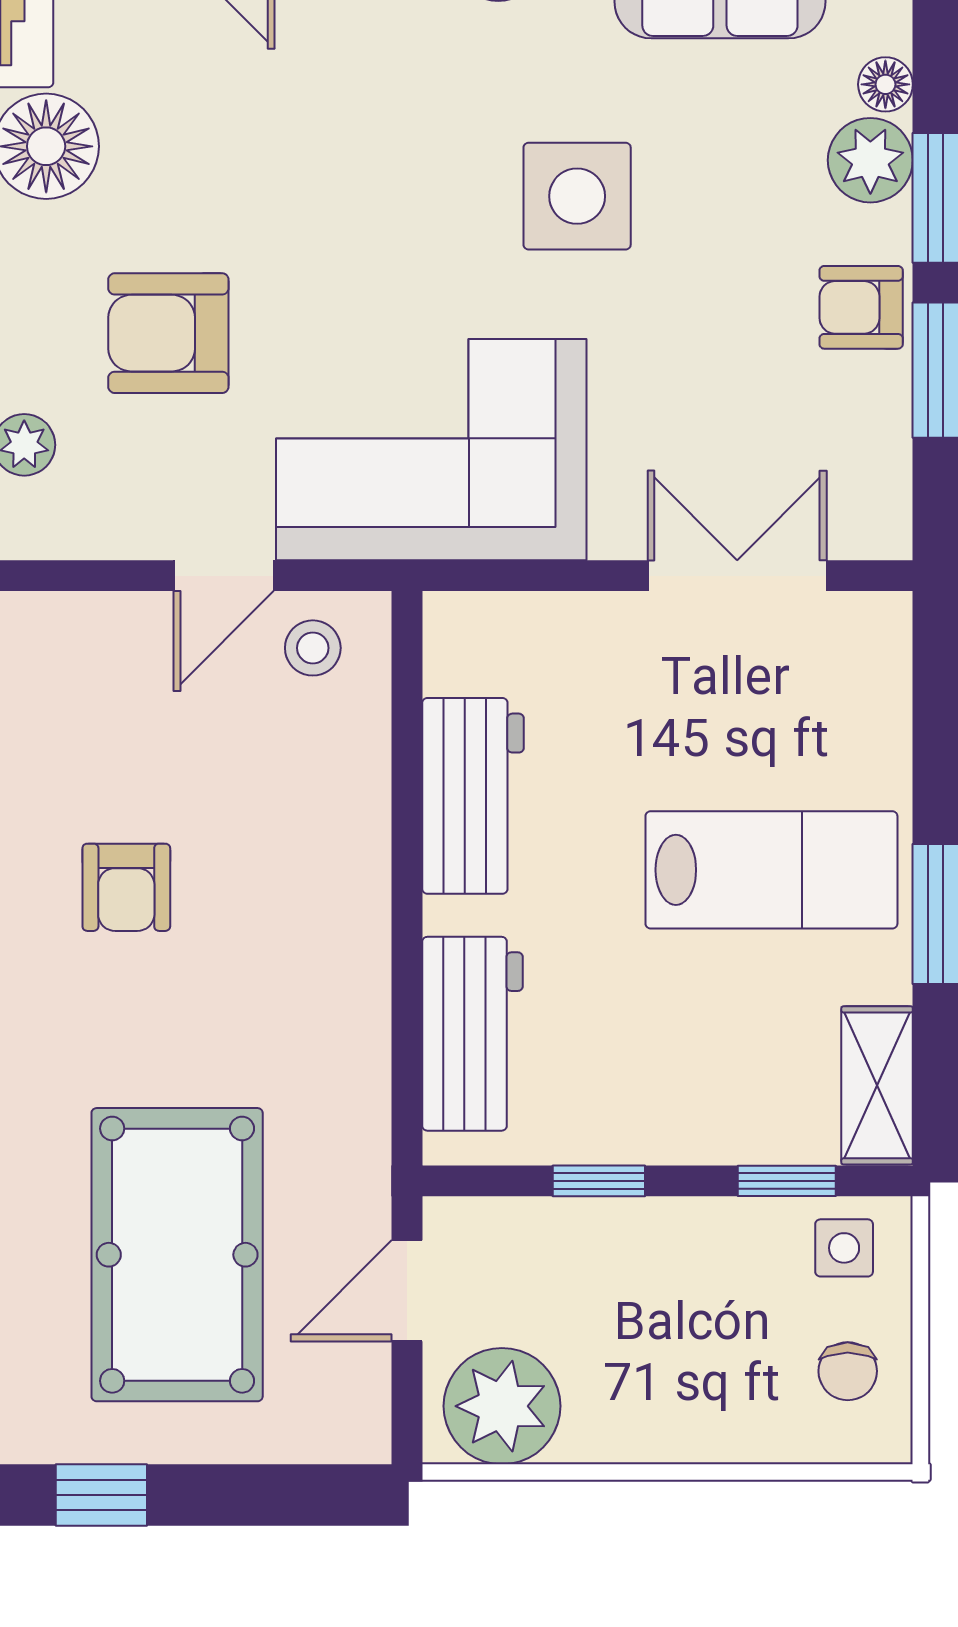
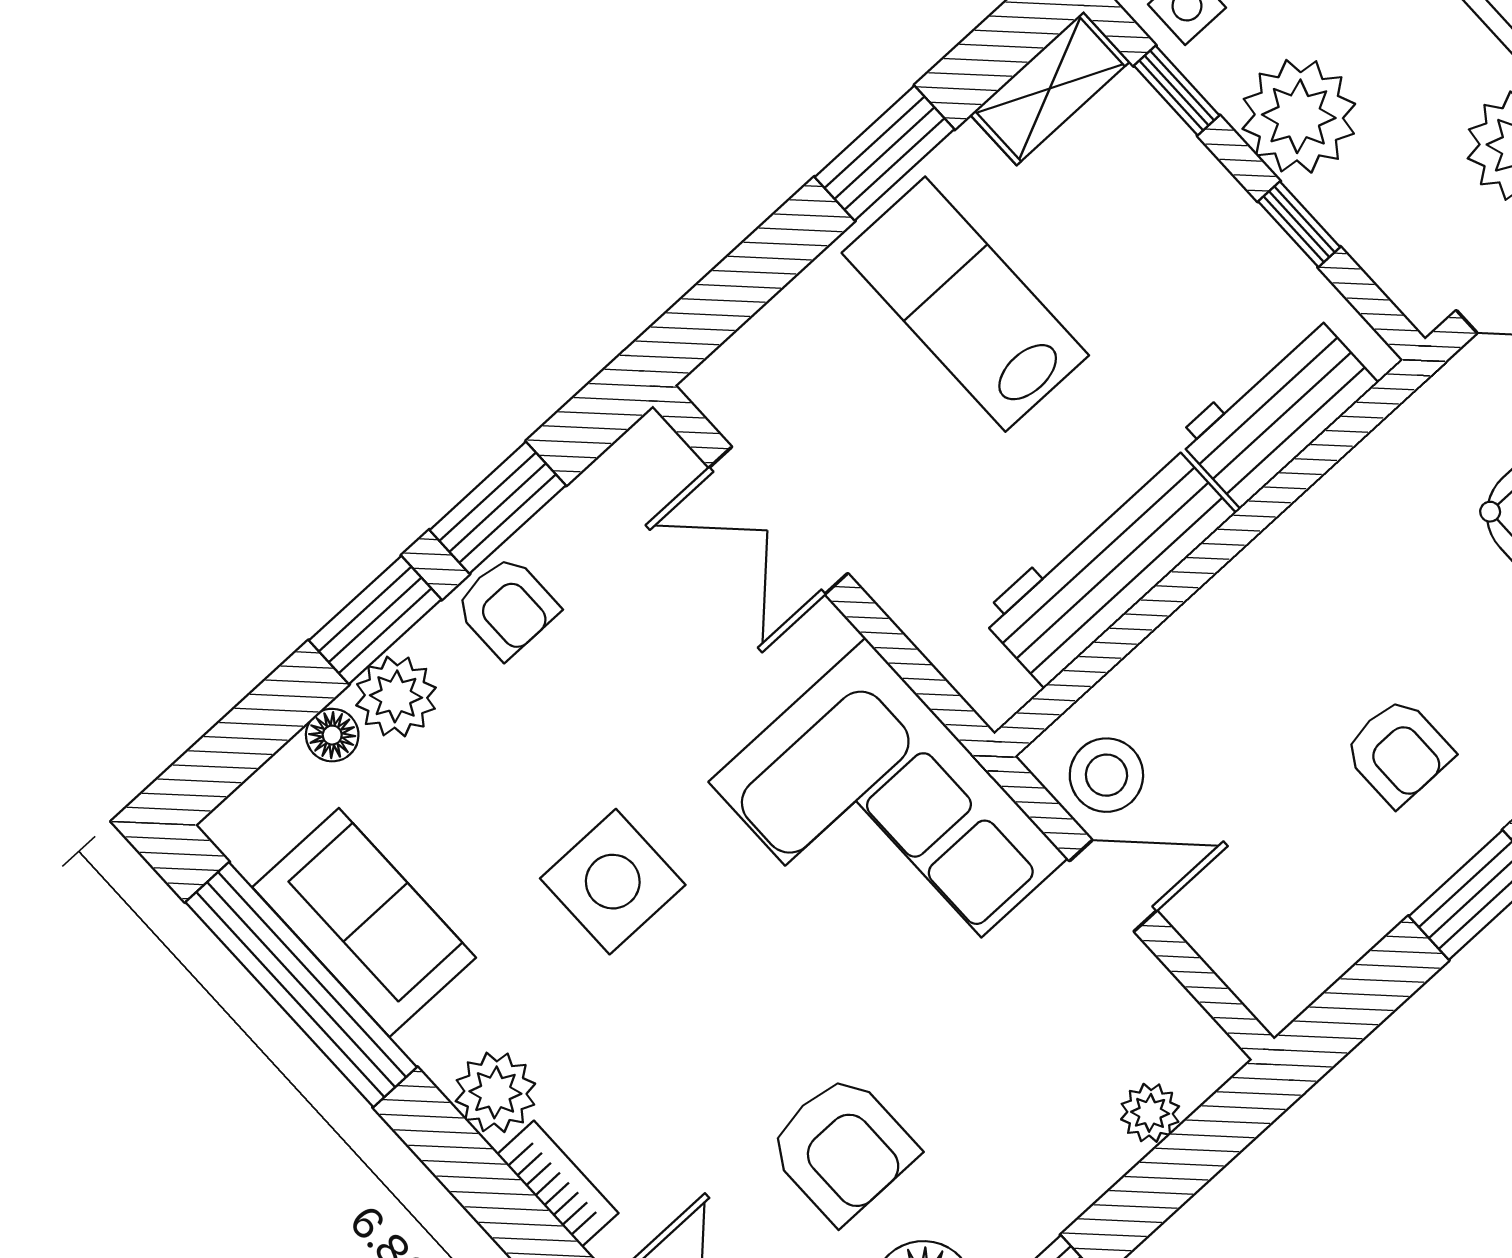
armchair: (168, 333) -> (842, 1148), moved
stool: (313, 648) -> (1106, 775), width x1.37, depth x1.37
workbench: (473, 796) -> (1107, 565), width x1.38
armchair: (126, 887) -> (1398, 752), turned 90
plant: (681, 1256) -> (1299, 116), added

